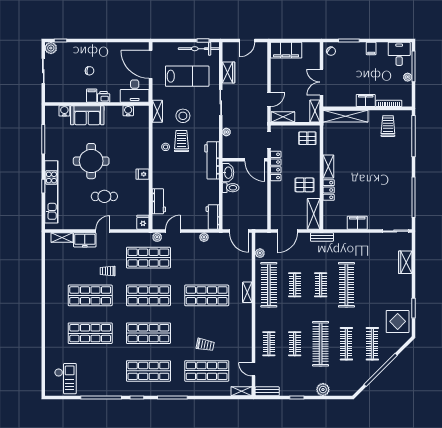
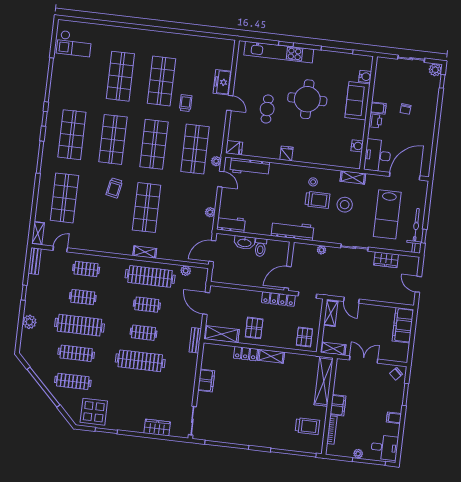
washbasin: (228, 173) -> (244, 243), moved
workbench: (159, 201) -> (250, 167), width x1.37
shelving: (62, 238) -> (228, 58), removed
trolley: (205, 345) -> (114, 188), moved

